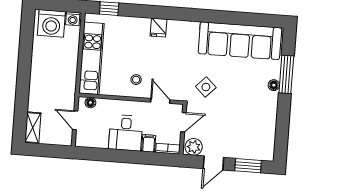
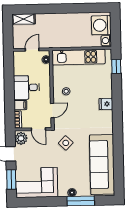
corner sofa: (256, 132) -> (37, 183), added

